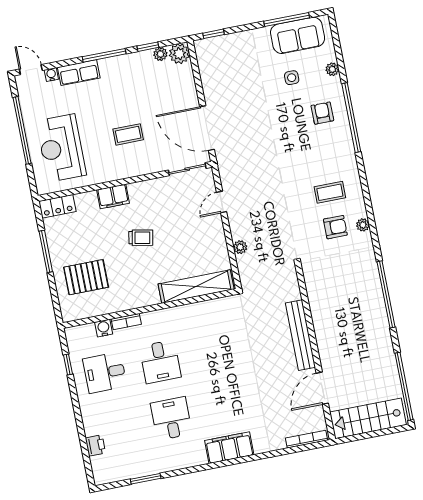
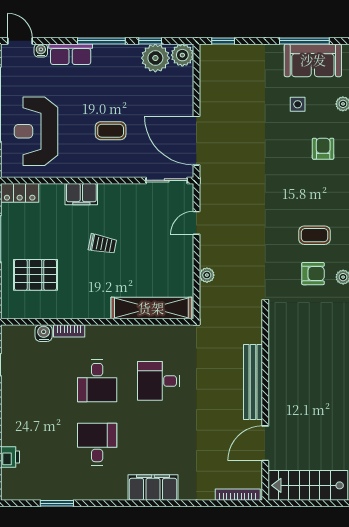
plant: (160, 54) -> (155, 58), width x1.88, depth x1.88
desk: (105, 373) -> (159, 381), moved

